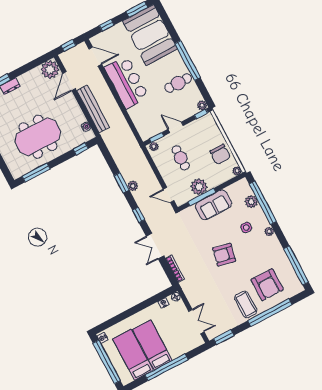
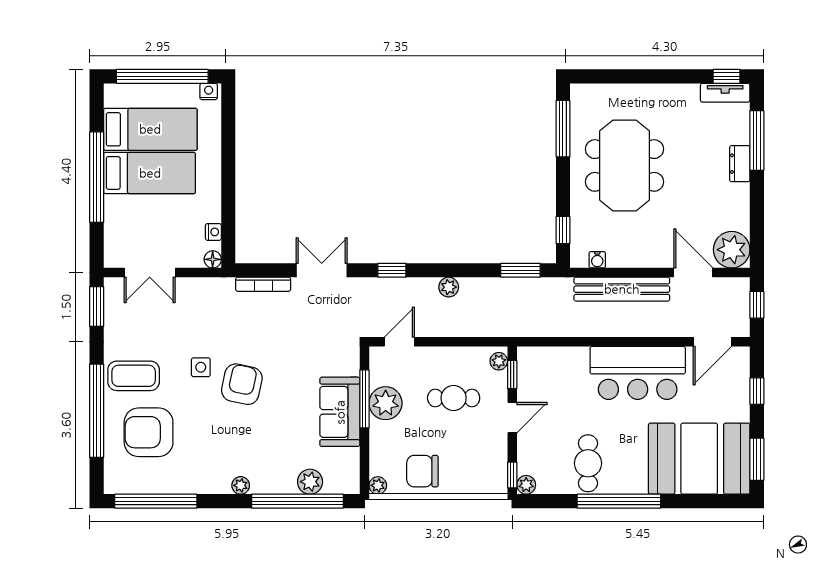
window: (122, 183) -> (520, 270), moved
side table: (246, 227) -> (201, 367), moved

